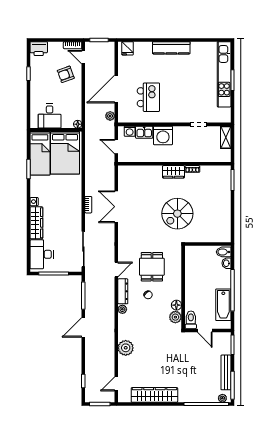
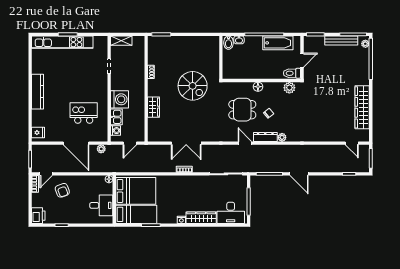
wardrobe: (173, 172) -> (153, 107), moved
floor lamp: (176, 305) -> (258, 87), moved
plant: (126, 348) -> (318, 134), removed

